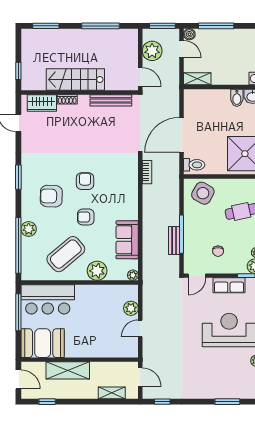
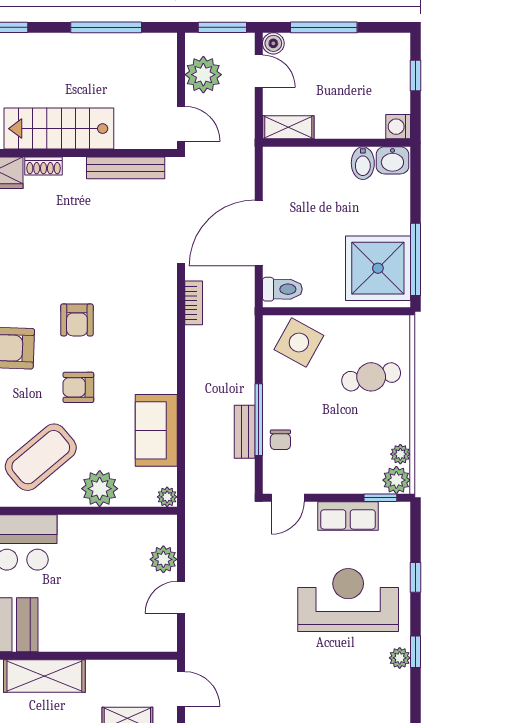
armchair: (85, 181) -> (77, 320), turned 180
chair: (218, 251) -> (280, 440), moved

